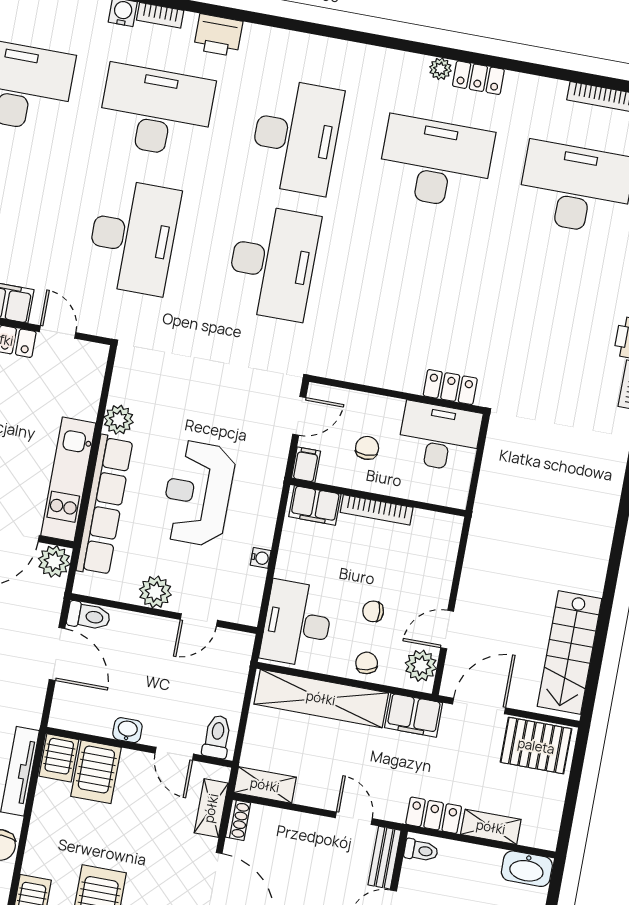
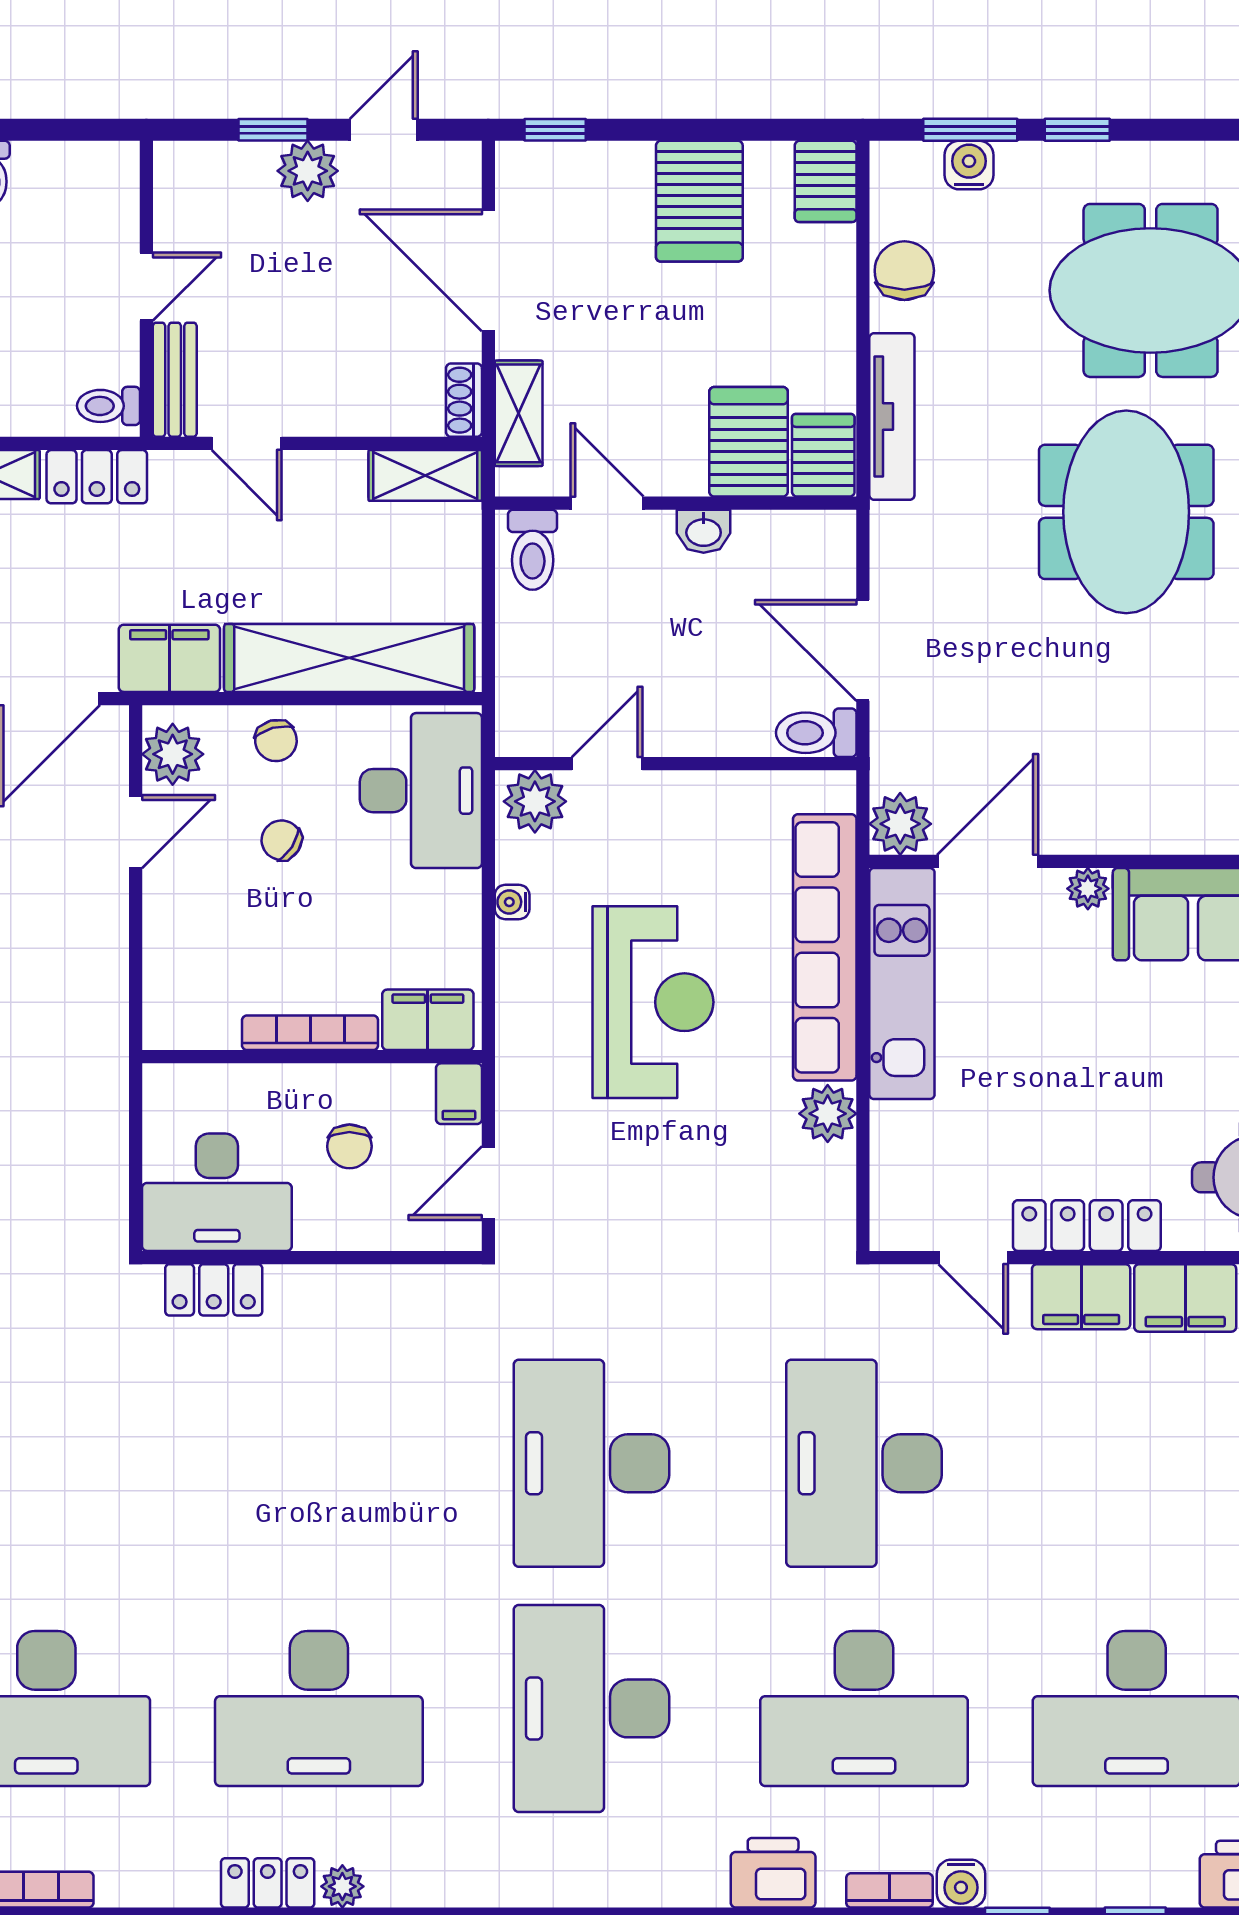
plant: (155, 592) -> (535, 801), moved
chair: (373, 611) -> (281, 840), turned -143

